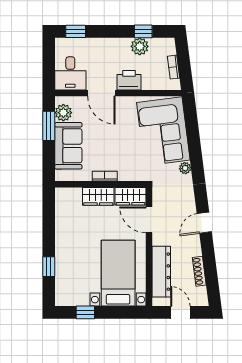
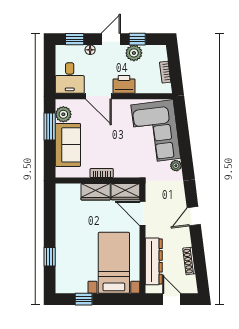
door: (115, 31) -> (111, 39), added
floor lamp: (92, 43) -> (90, 50), added

